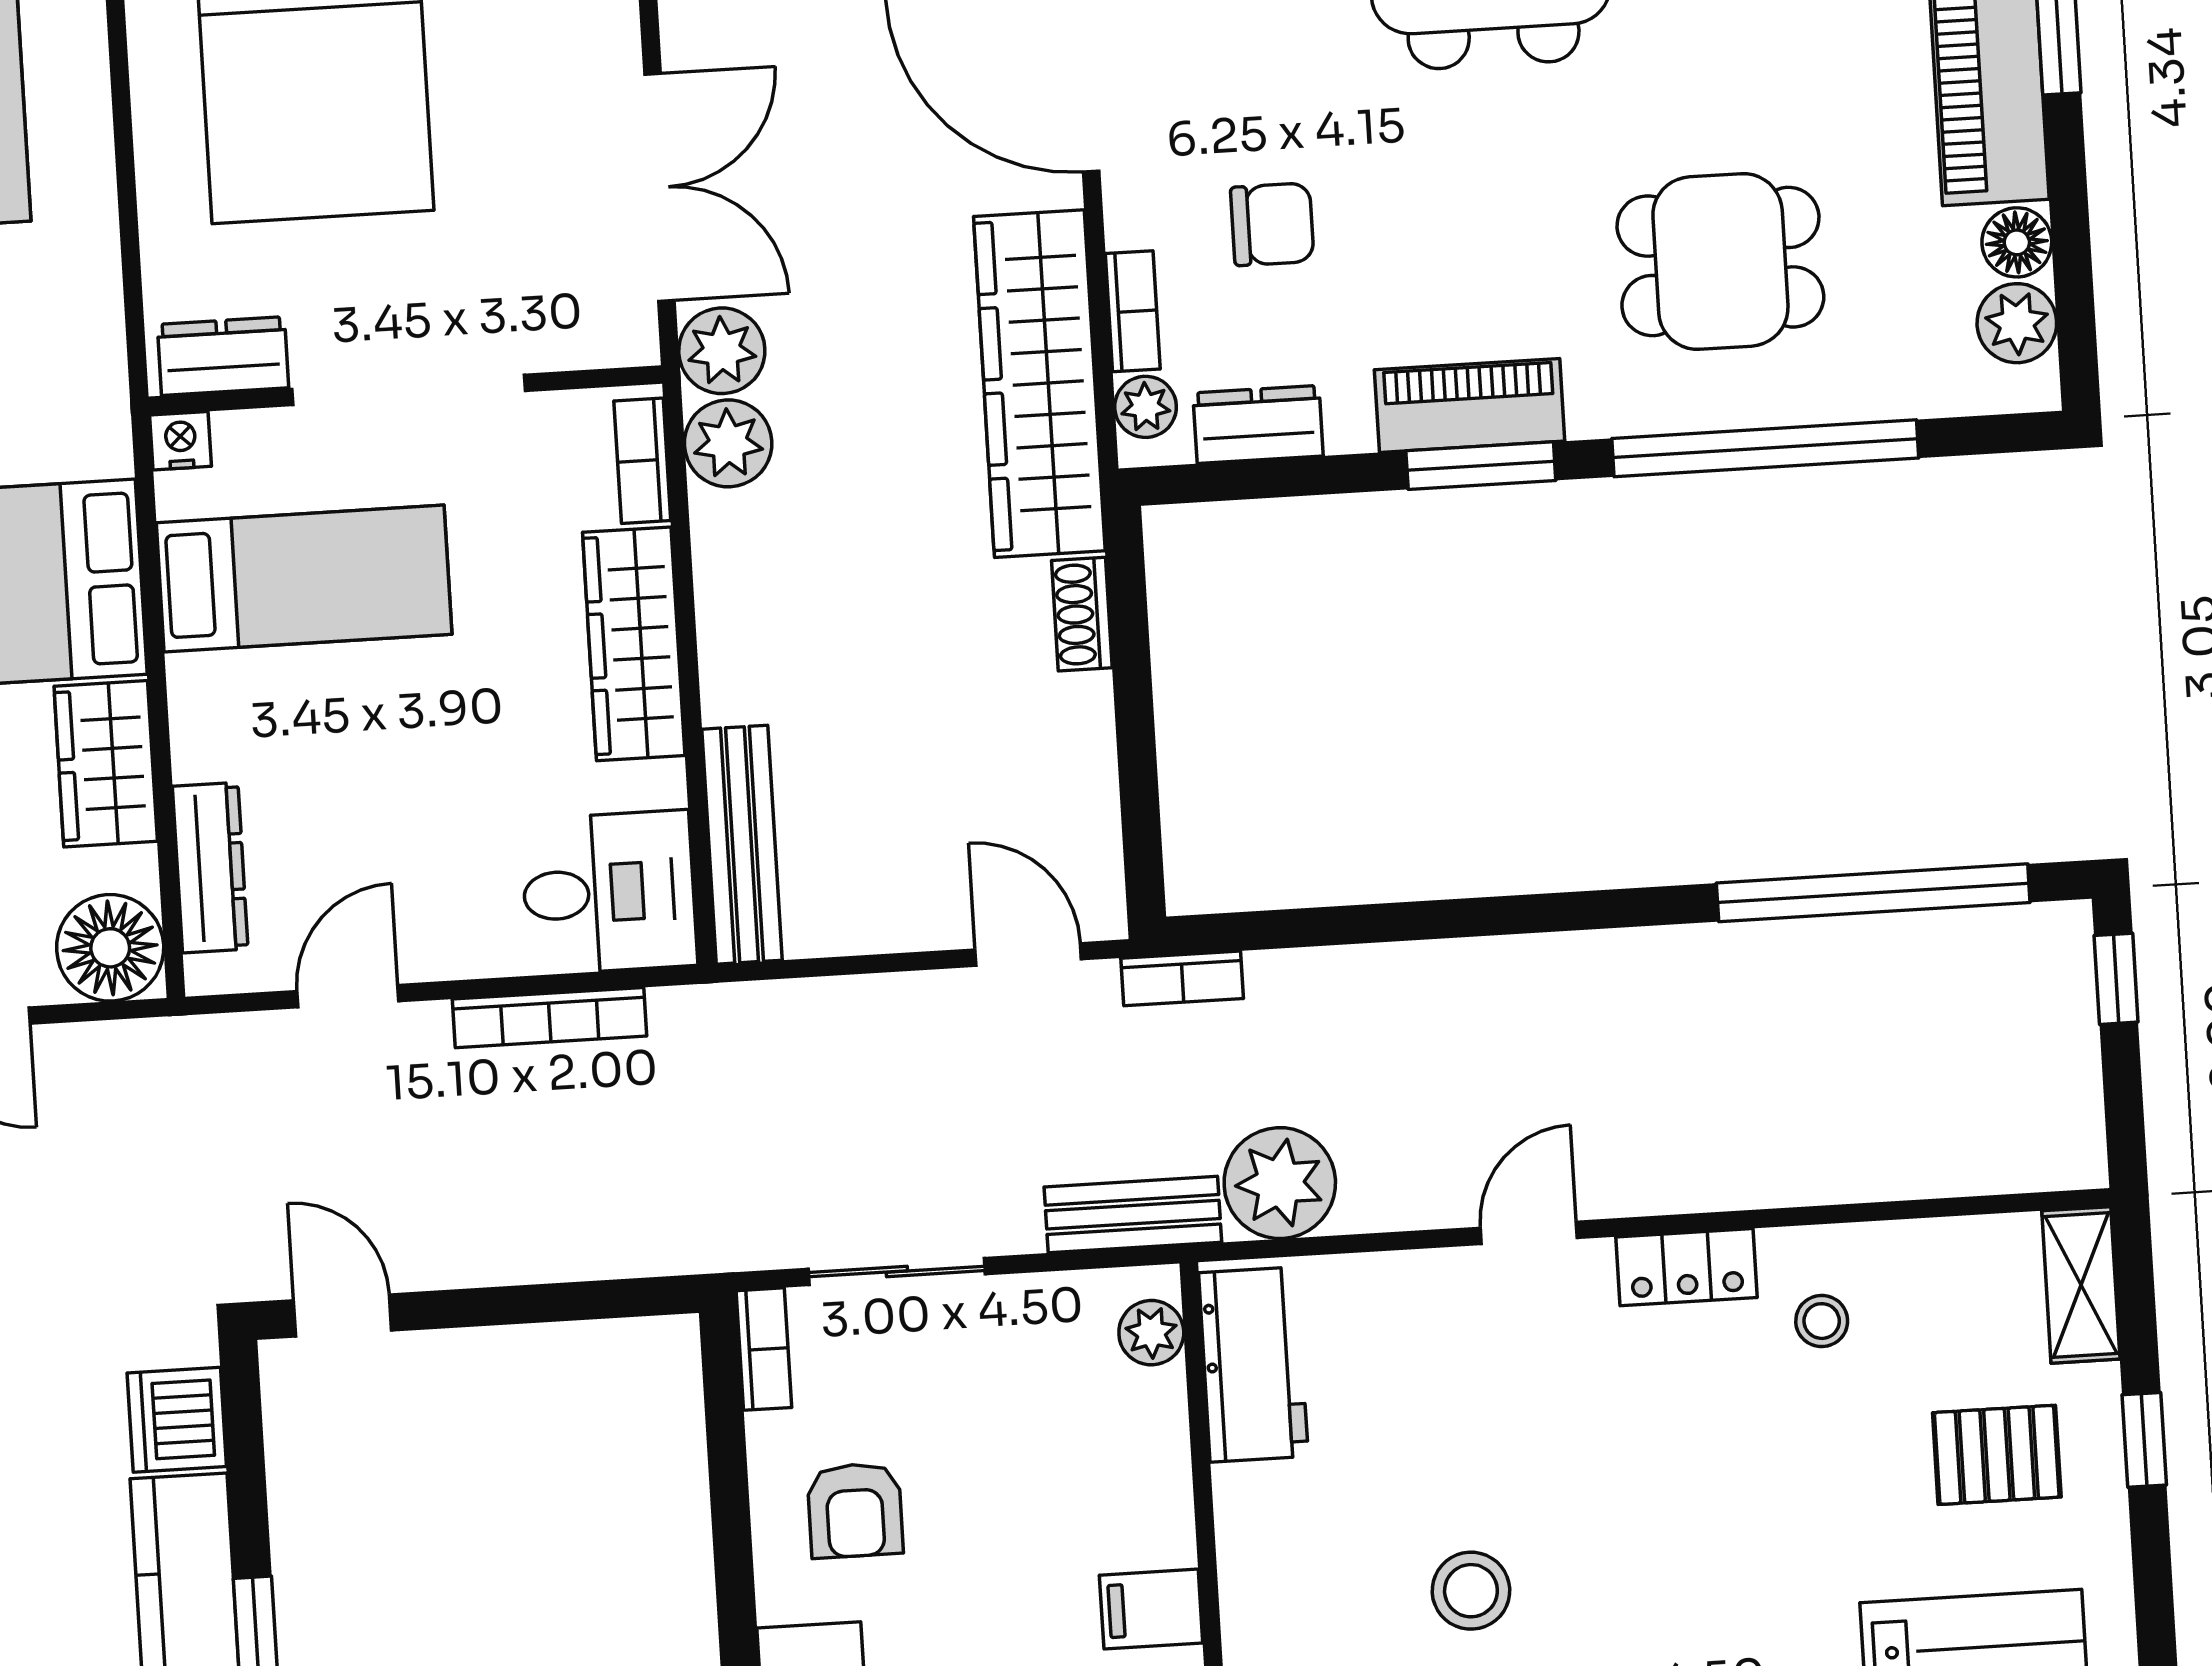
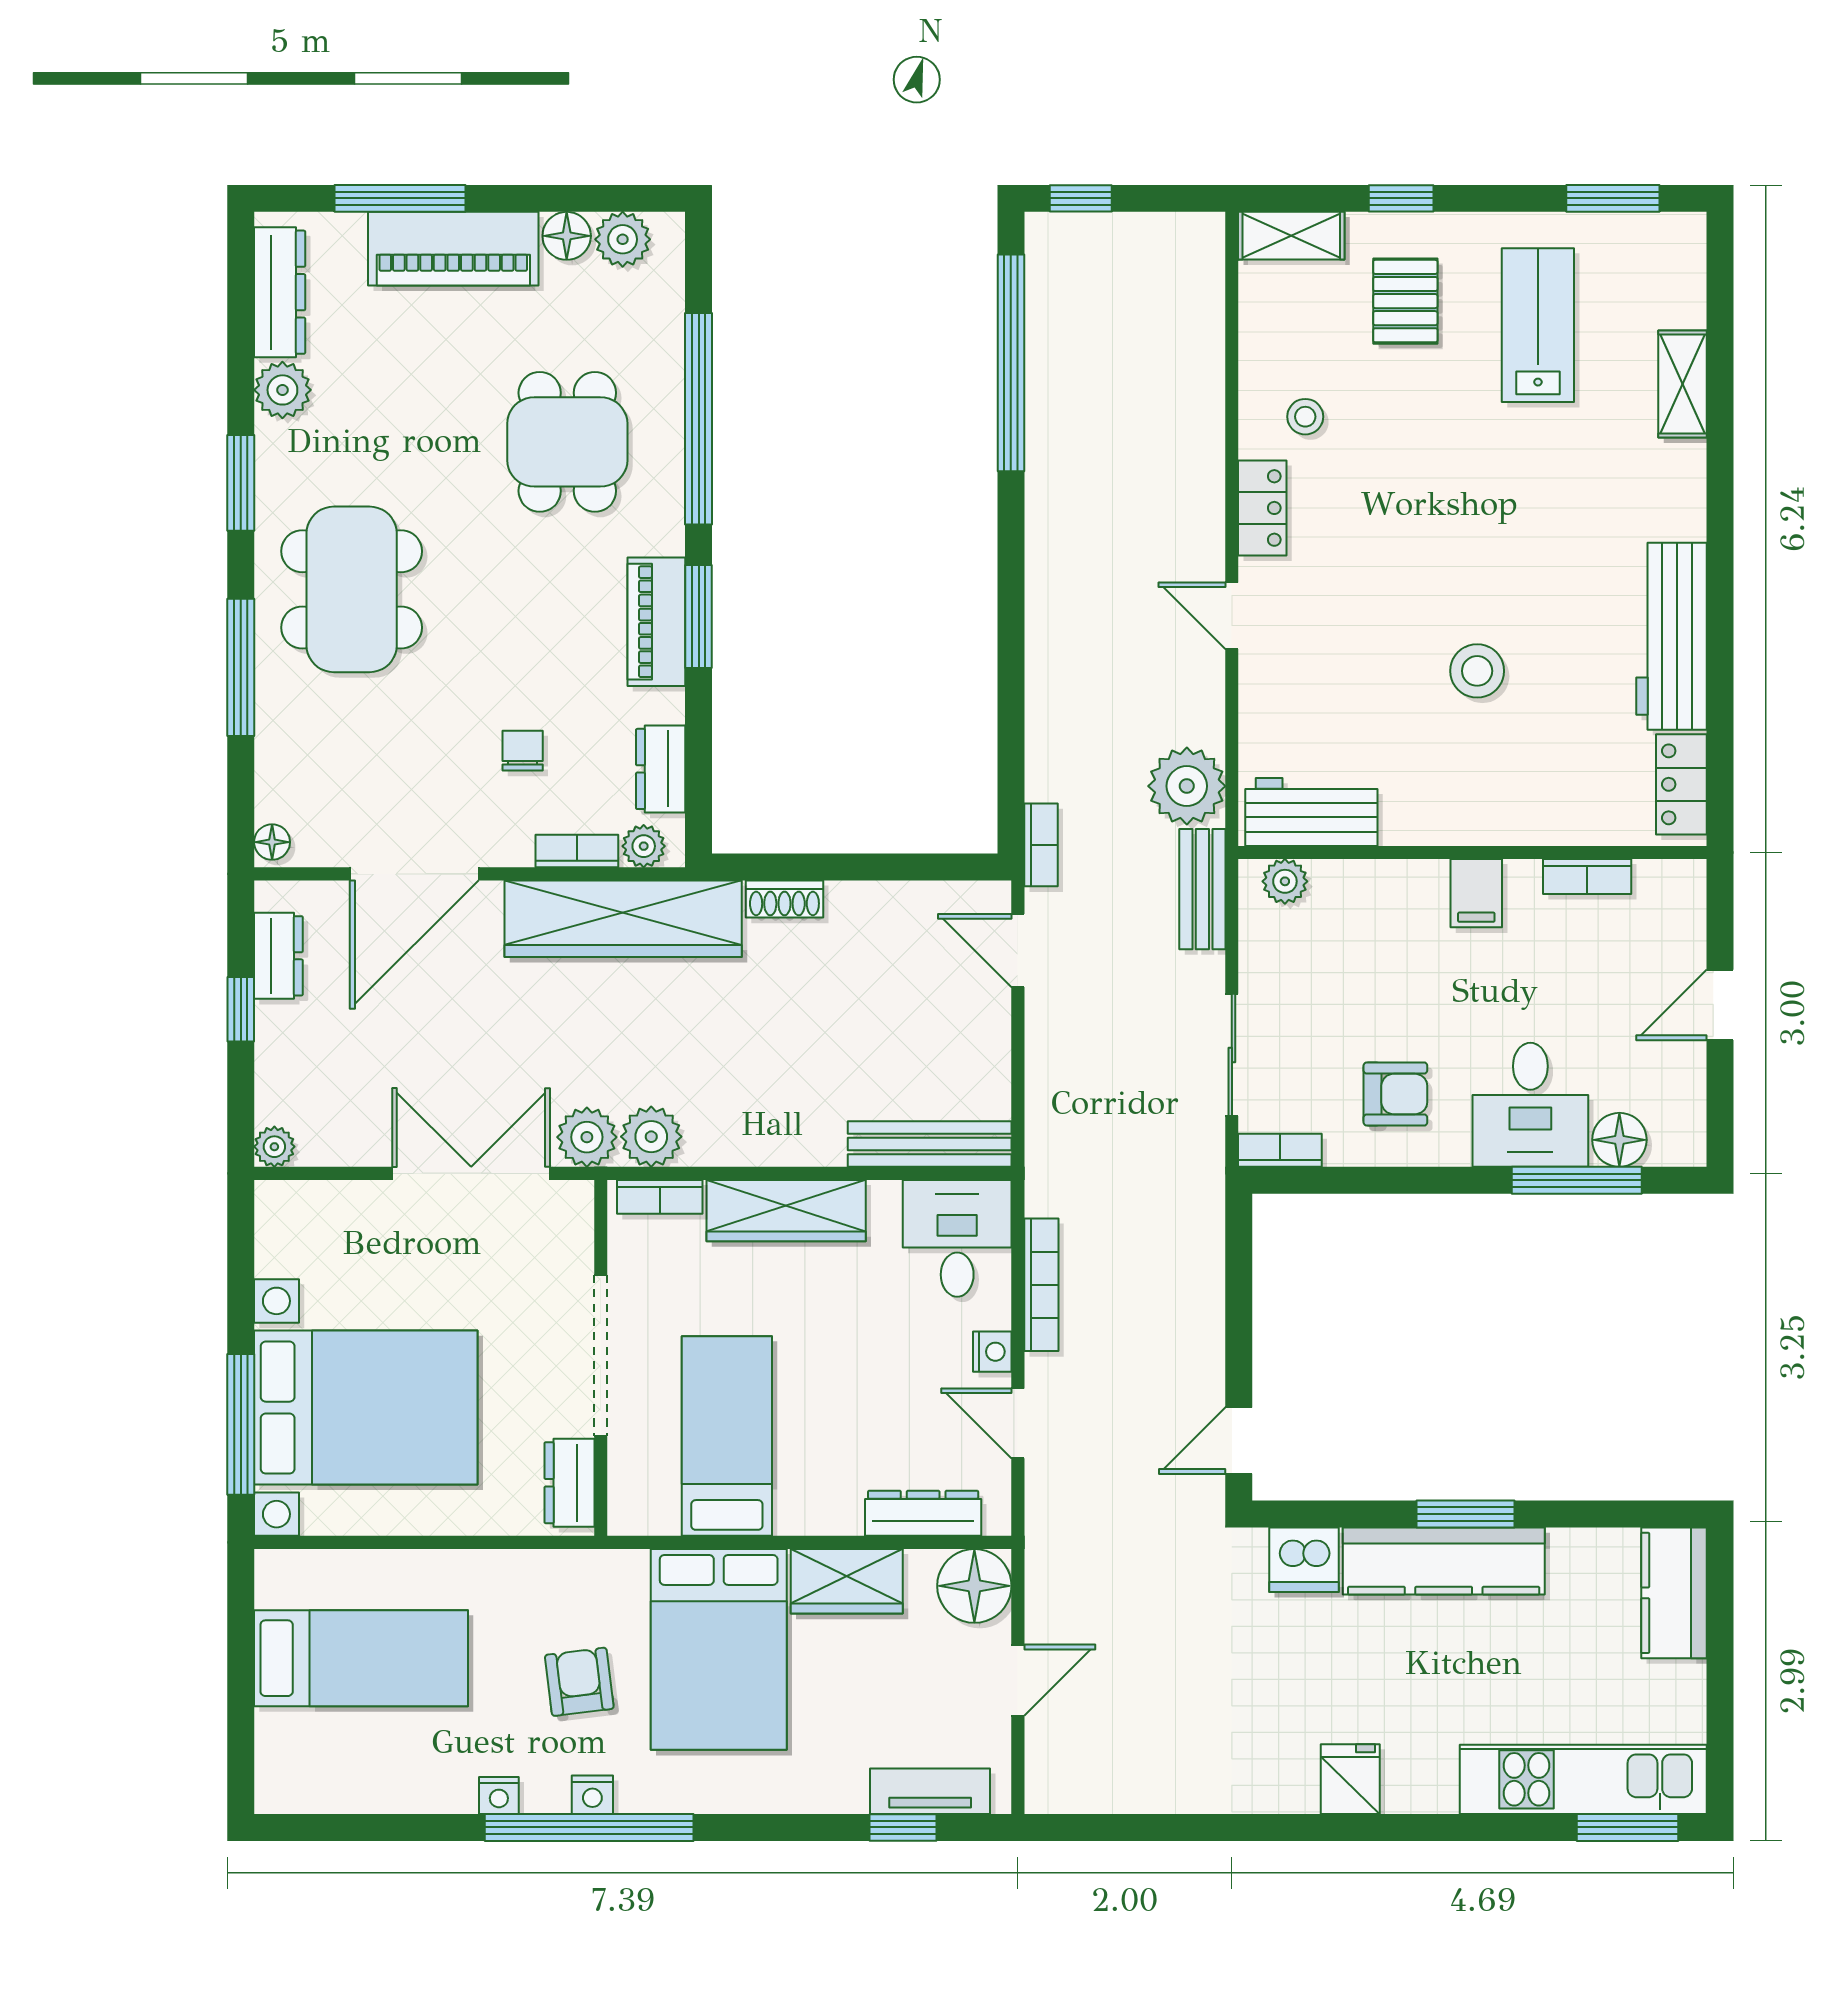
chair: (1272, 224) -> (523, 751), width x0.73, depth x0.73
nightstand: (181, 441) -> (992, 1352), moved, turned 180
door: (1028, 954) -> (1018, 951), hinge flipped

